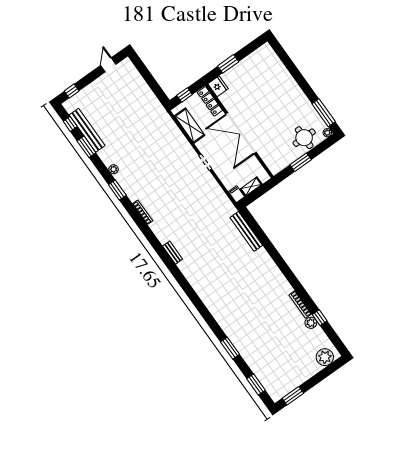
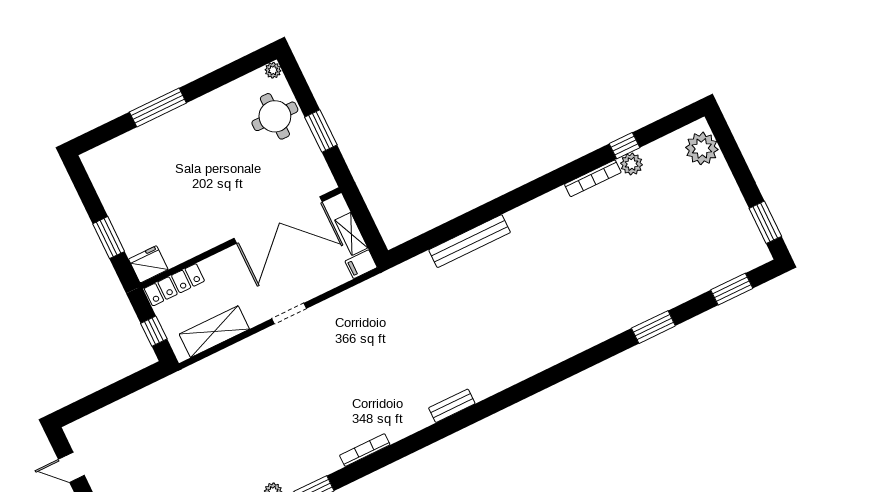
window: (324, 113) -> (158, 107), moved
double door: (241, 133) -> (278, 220), moved
bench: (246, 231) -> (470, 241), moved

